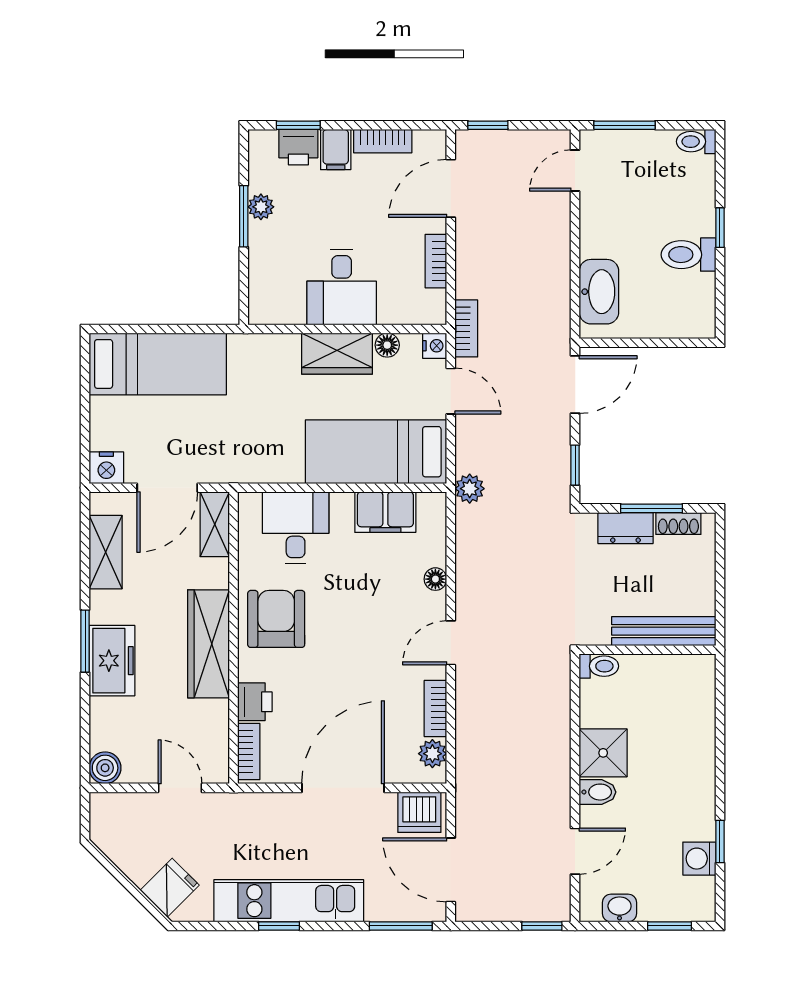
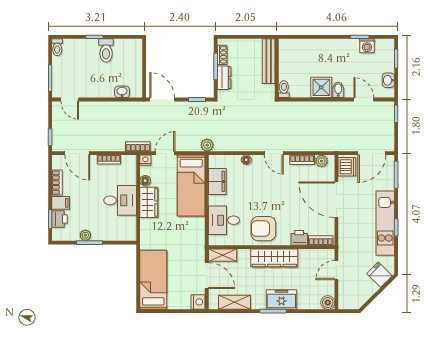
washbasin: (599, 292) -> (122, 92), width x0.52, depth x0.69

